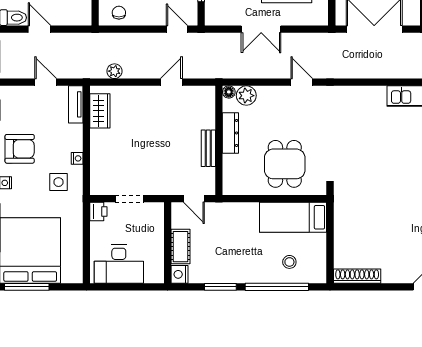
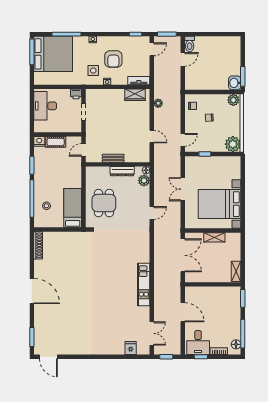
door: (46, 82) -> (152, 49), moved
armchair: (20, 149) -> (113, 59), moved
dining table: (285, 164) -> (104, 203), turned 90

